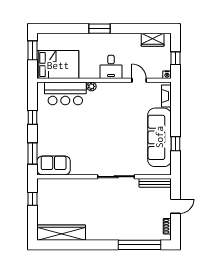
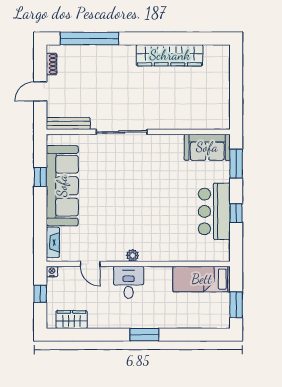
bed: (58, 65) -> (202, 279), width x0.67
plant: (91, 86) -> (133, 255), moved
bar counter: (65, 93) -> (214, 211), moved, turned -90
window: (32, 199) -> (236, 102), removed
wardrobe: (61, 233) -> (170, 55), moved

